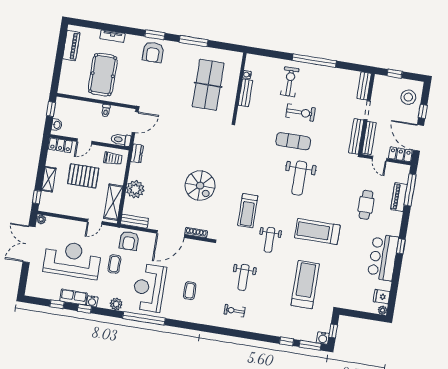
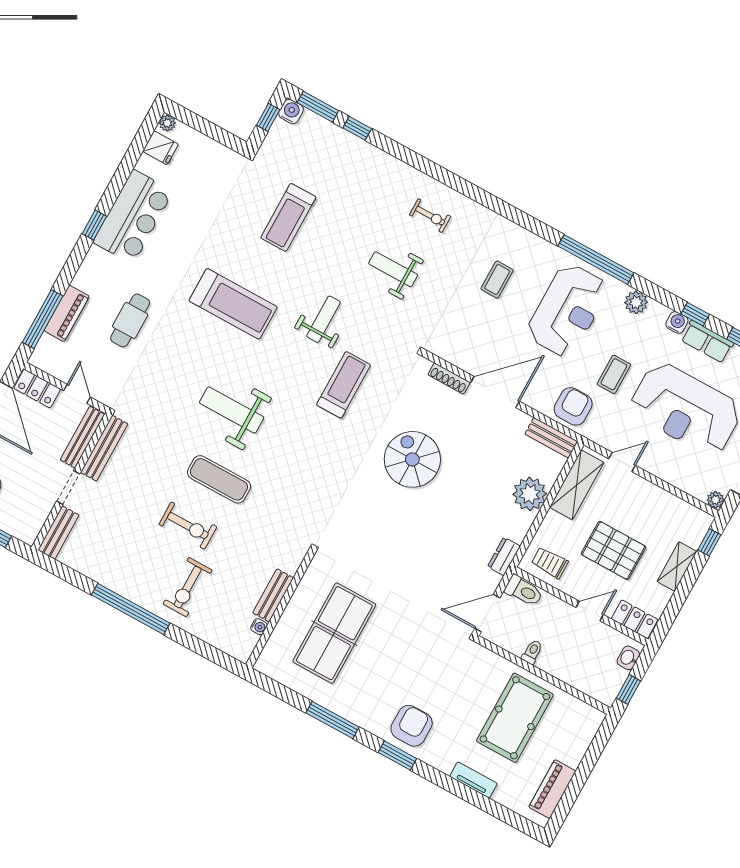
exercise bike: (301, 113) -> (188, 526), turned 180
weight bench: (299, 178) -> (232, 410), turned -90
weight bench: (244, 277) -> (393, 269), turned -90
treadmill: (305, 285) -> (288, 217), width x0.73, depth x0.73

